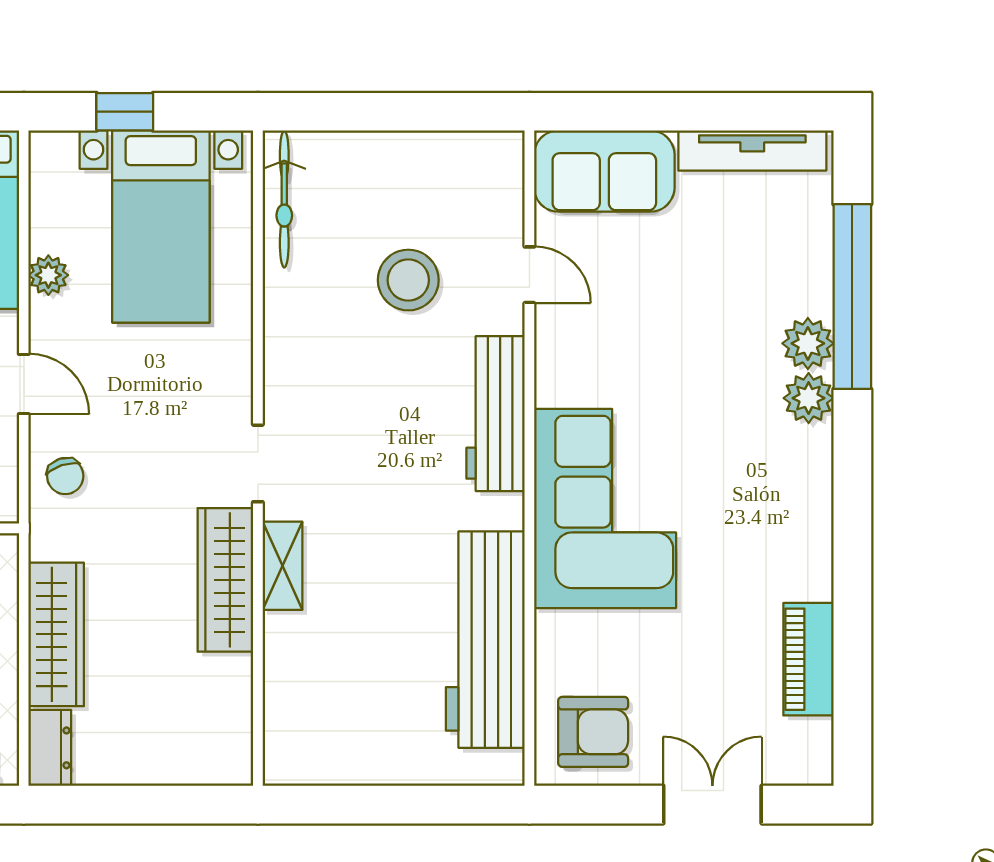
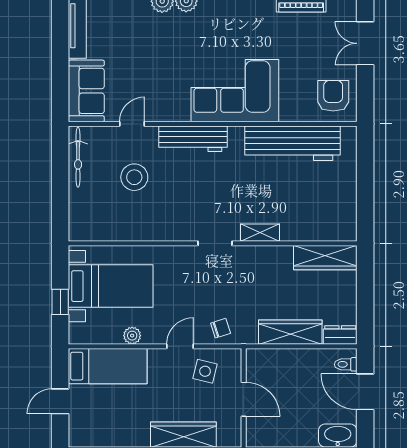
bicycle: (284, 199) -> (78, 157), moved, turned 90
wardrobe: (225, 580) -> (325, 258), moved

